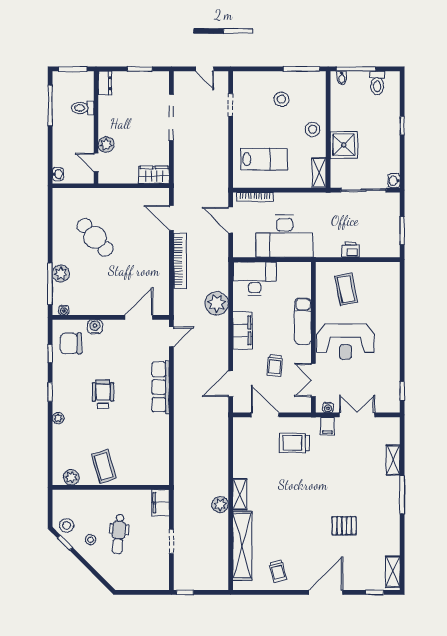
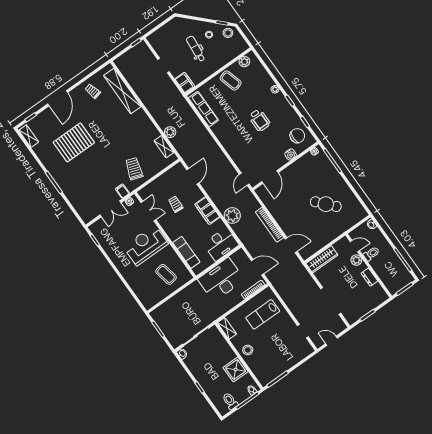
dresser: (105, 83) -> (369, 277), moved
stool: (281, 99) -> (277, 354), removed
toilet: (83, 108) -> (371, 254), moved
shower: (344, 145) -> (236, 370), moved
wardrobe: (154, 175) -> (322, 259), width x1.50
printer: (350, 250) -> (179, 298), removed
plant: (61, 274) -> (331, 171), removed
exam couch: (303, 321) -> (186, 252), moved
row of seats: (161, 387) -> (203, 109), moved
door: (265, 415) -> (161, 173), removed
trolley: (294, 443) -> (134, 169), turned -71
shelving: (393, 460) -> (73, 198), removed
shelving: (240, 494) -> (164, 147), moved
plant: (220, 505) -> (170, 132), moved
pallet: (344, 526) -> (74, 142), width x2.05, depth x2.00

